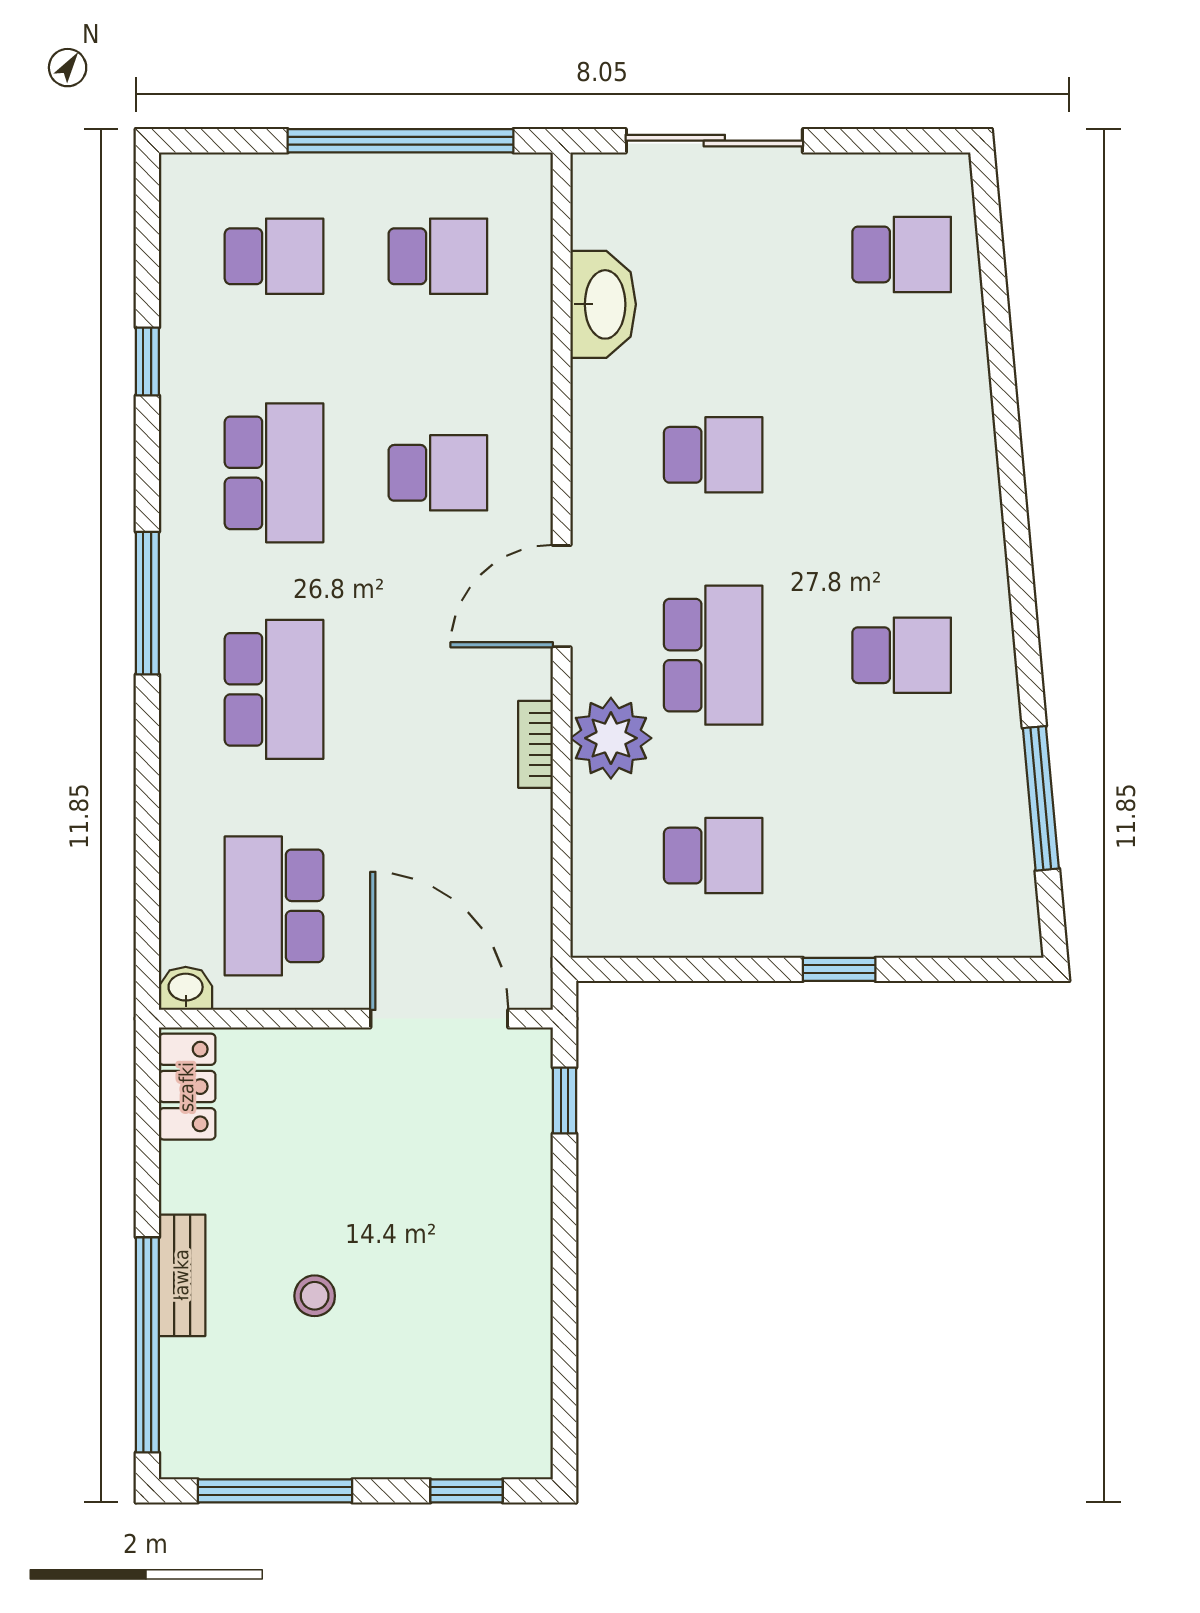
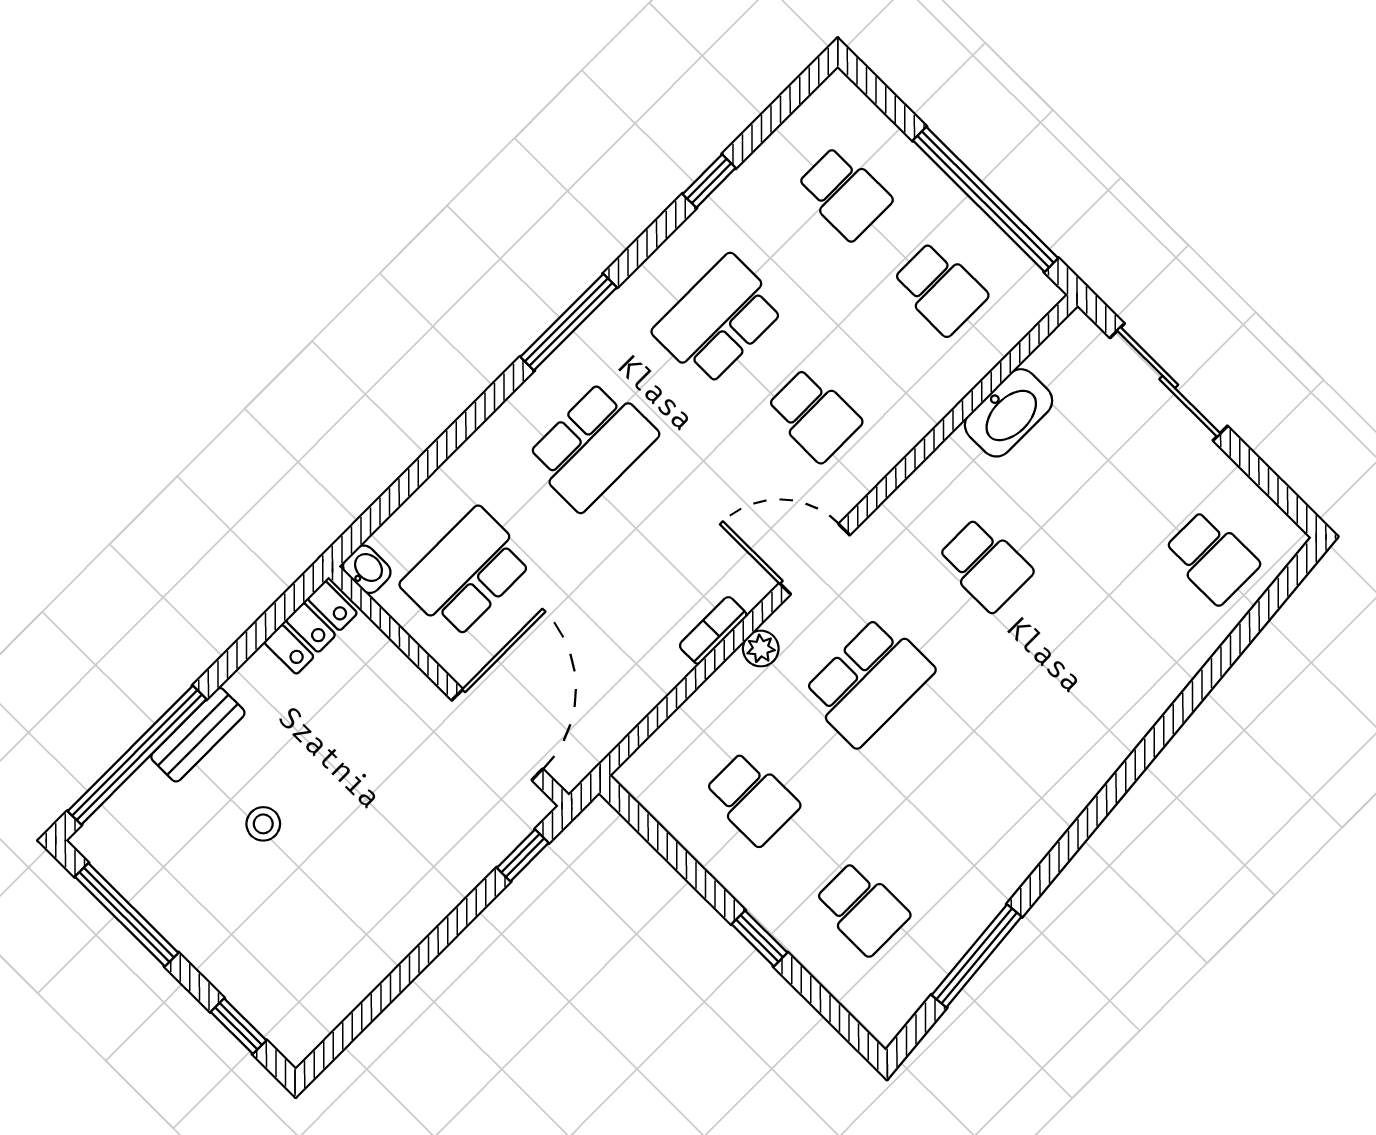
school desk: (274, 473) -> (718, 320), turned 180
school desk: (902, 655) -> (862, 908), moved
plant: (611, 738) -> (761, 649), width x0.53, depth x0.53

